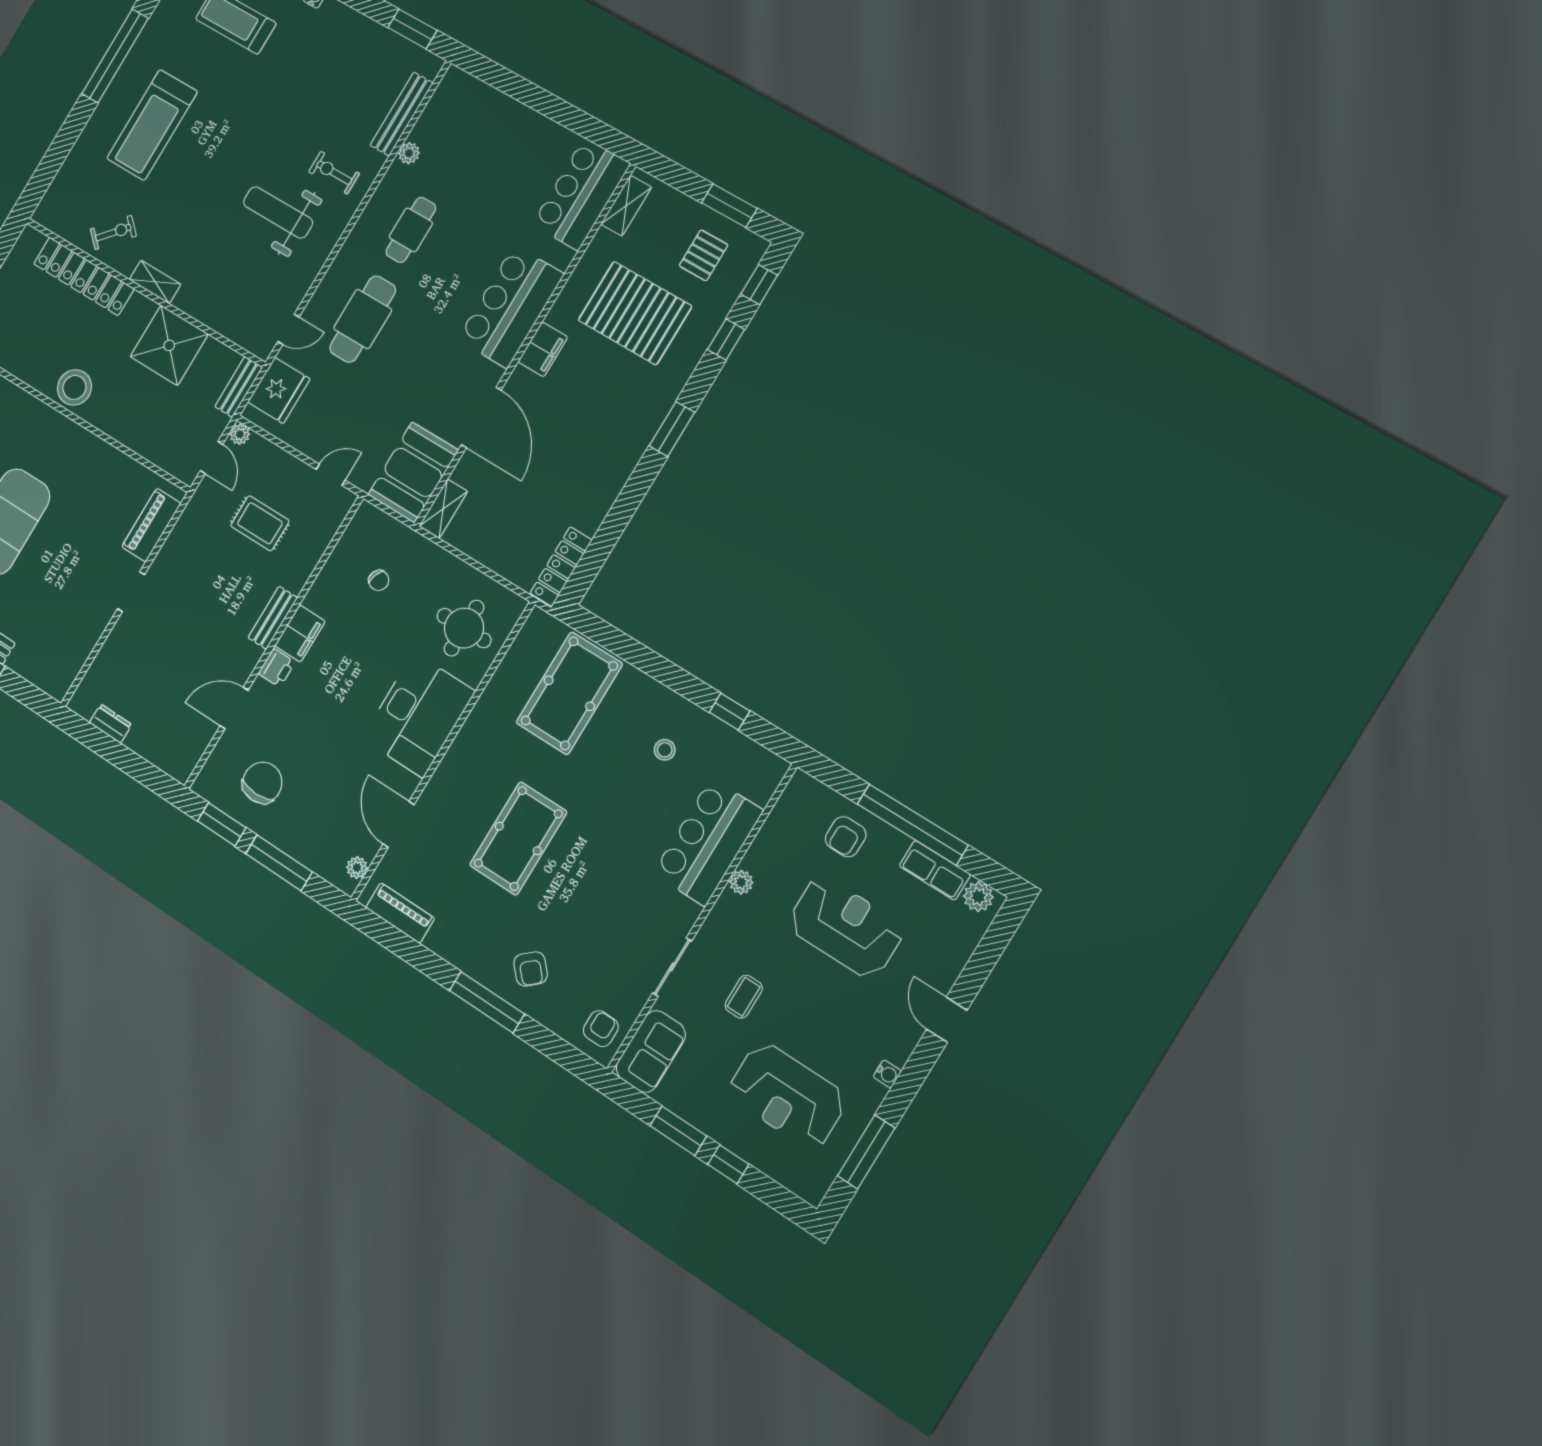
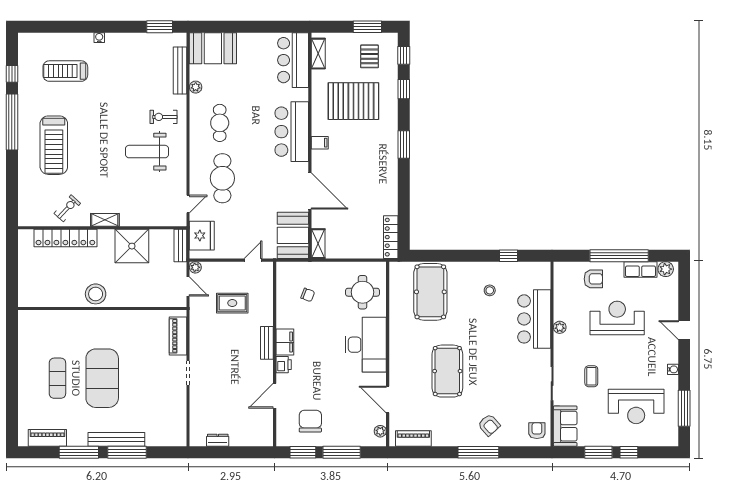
booth: (471, 107) -> (213, 48), added
filing cabinet: (543, 349) -> (320, 143), width x0.50
armchair: (846, 837) -> (593, 279), turned -90

